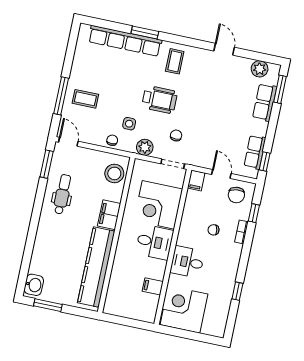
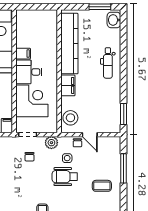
coffee table: (85, 99) -> (102, 186), moved
wheelchair: (160, 100) -> (65, 177), moved
door: (68, 142) -> (90, 135), moved
dental chair: (62, 194) -> (108, 63), moved
filing cabinet: (153, 286) -> (23, 54), moved

